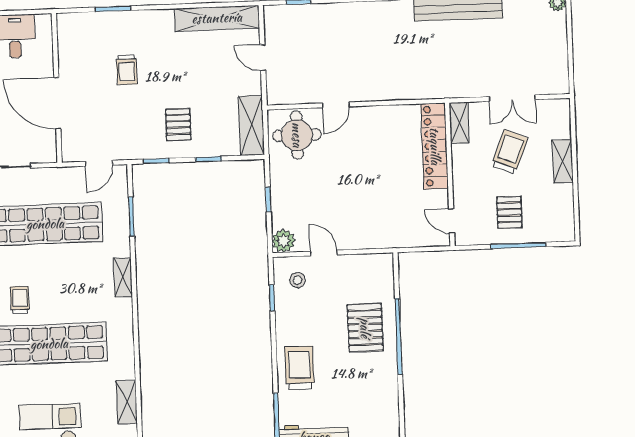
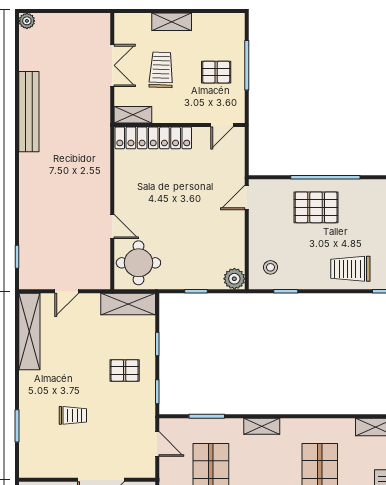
trolley: (509, 152) -> (161, 70), turned 70
door: (324, 253) -> (247, 197), moved

